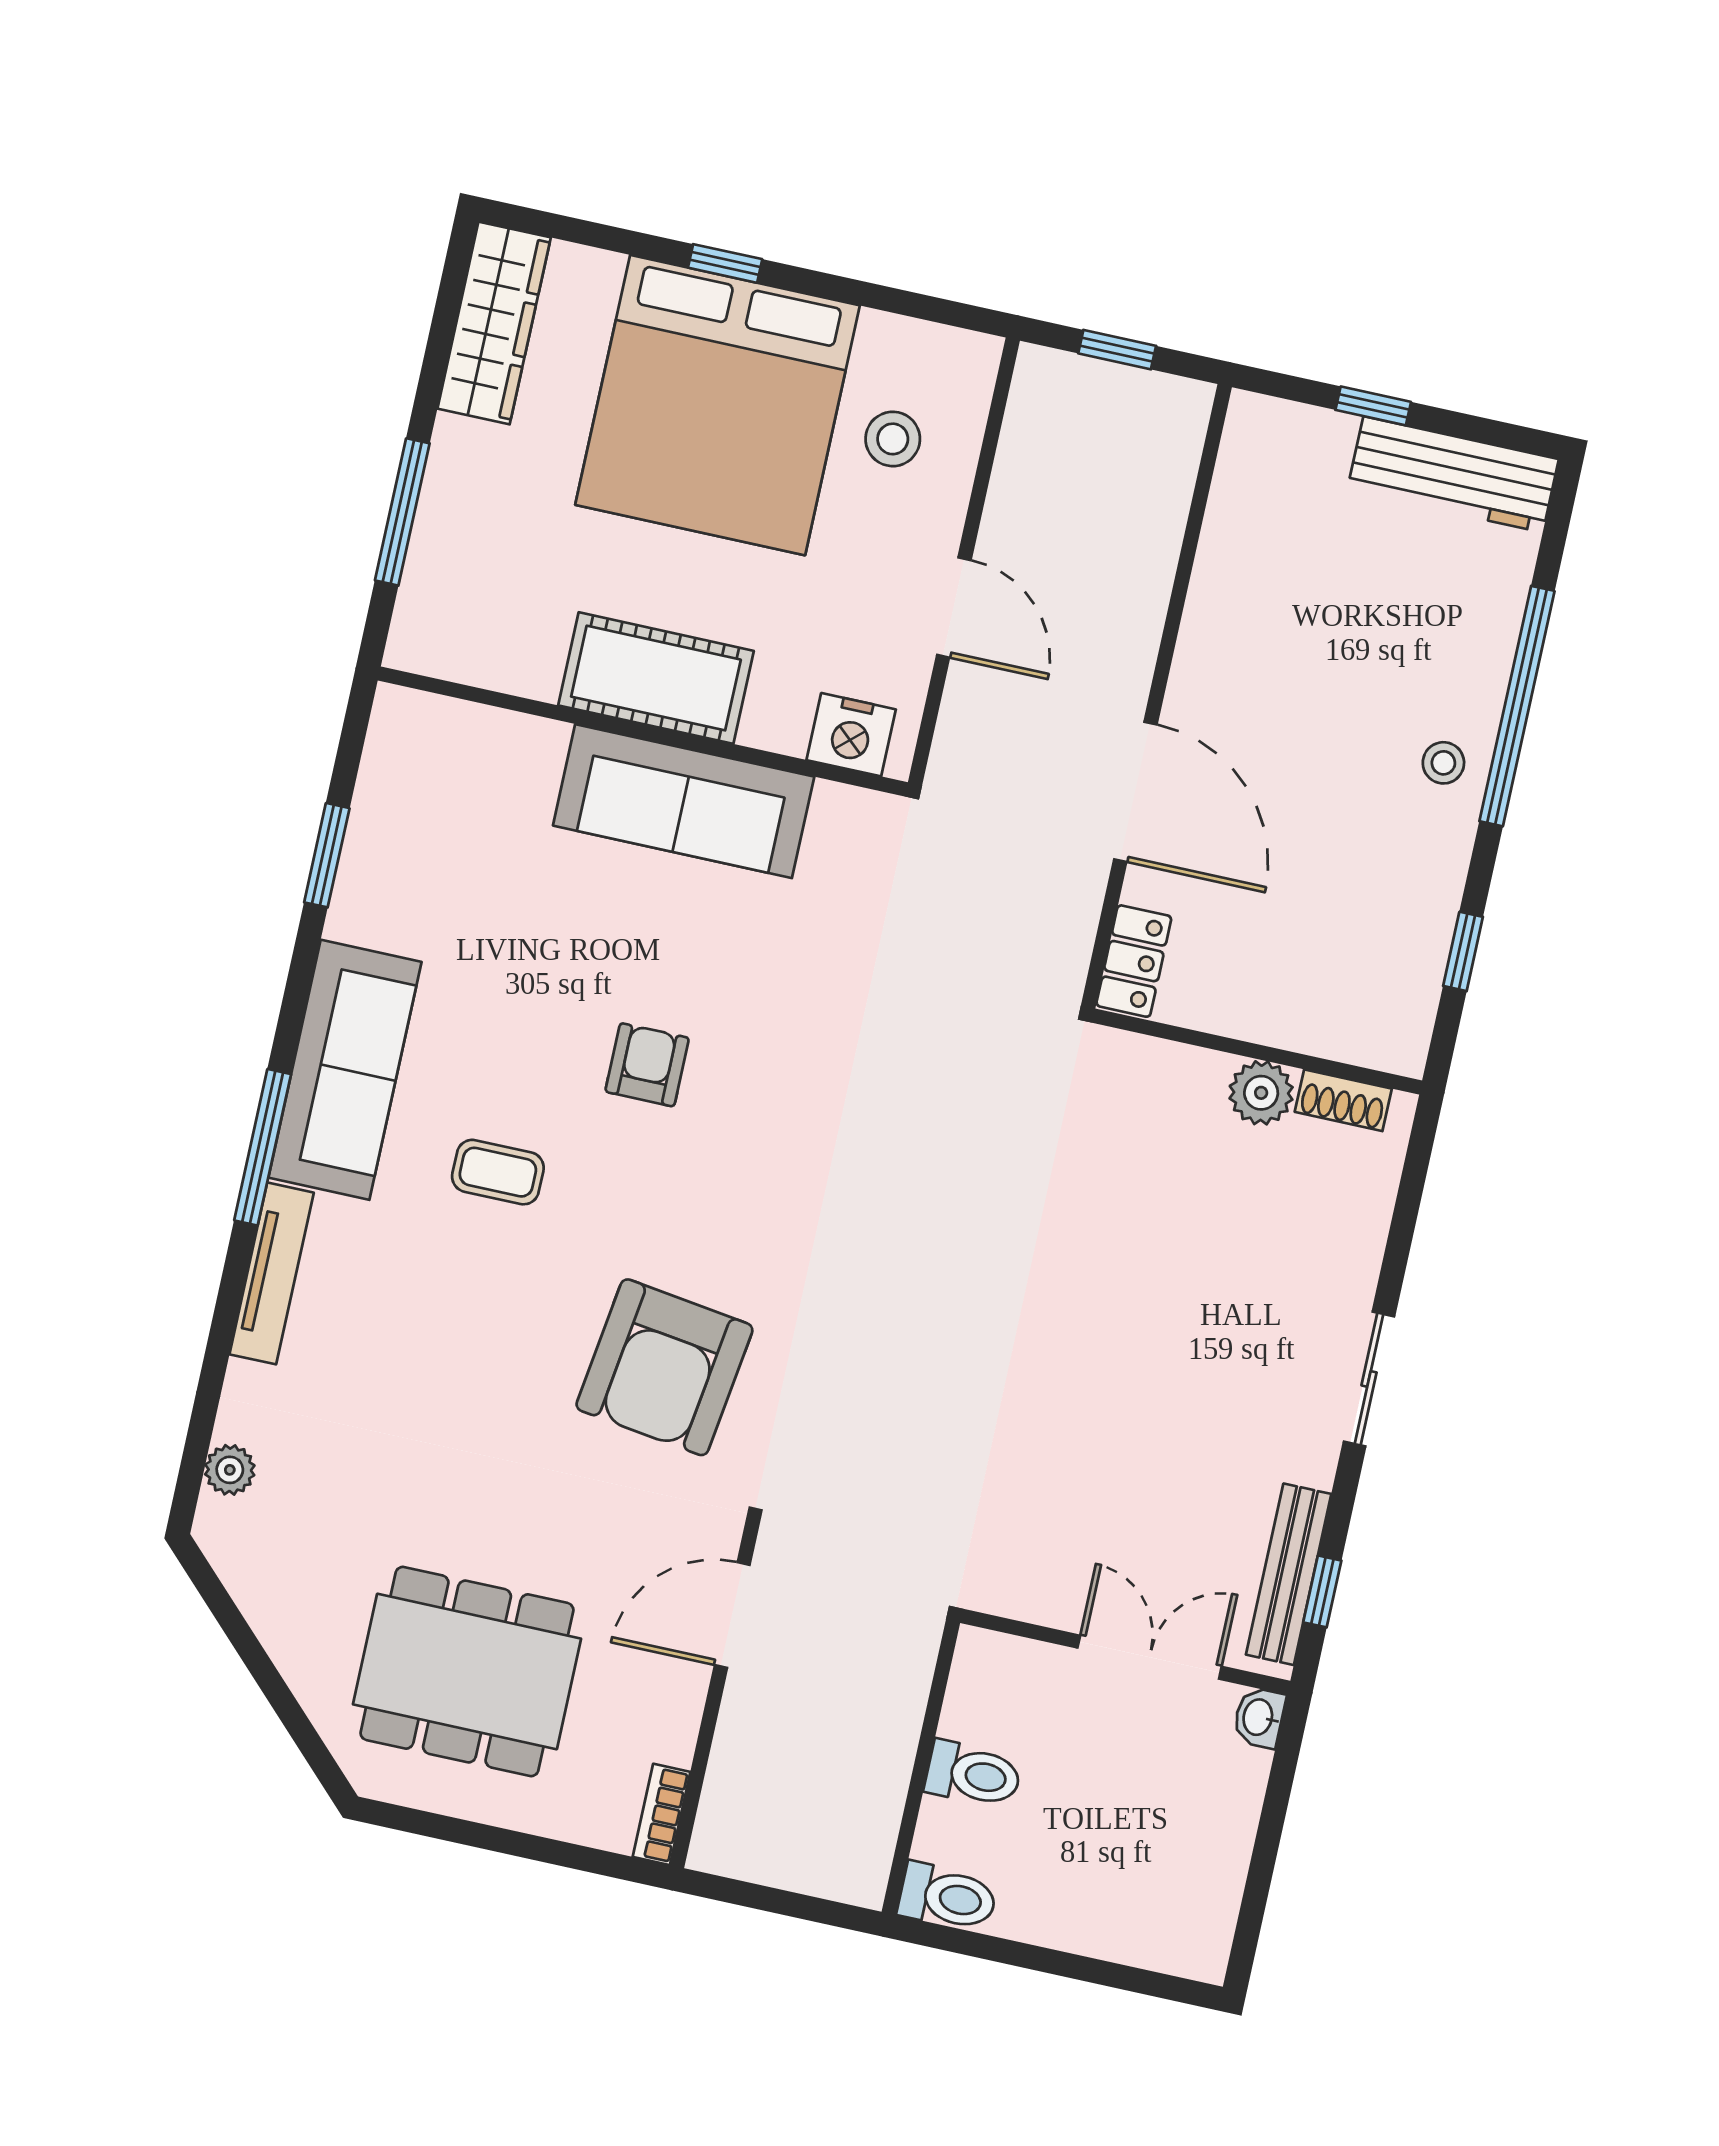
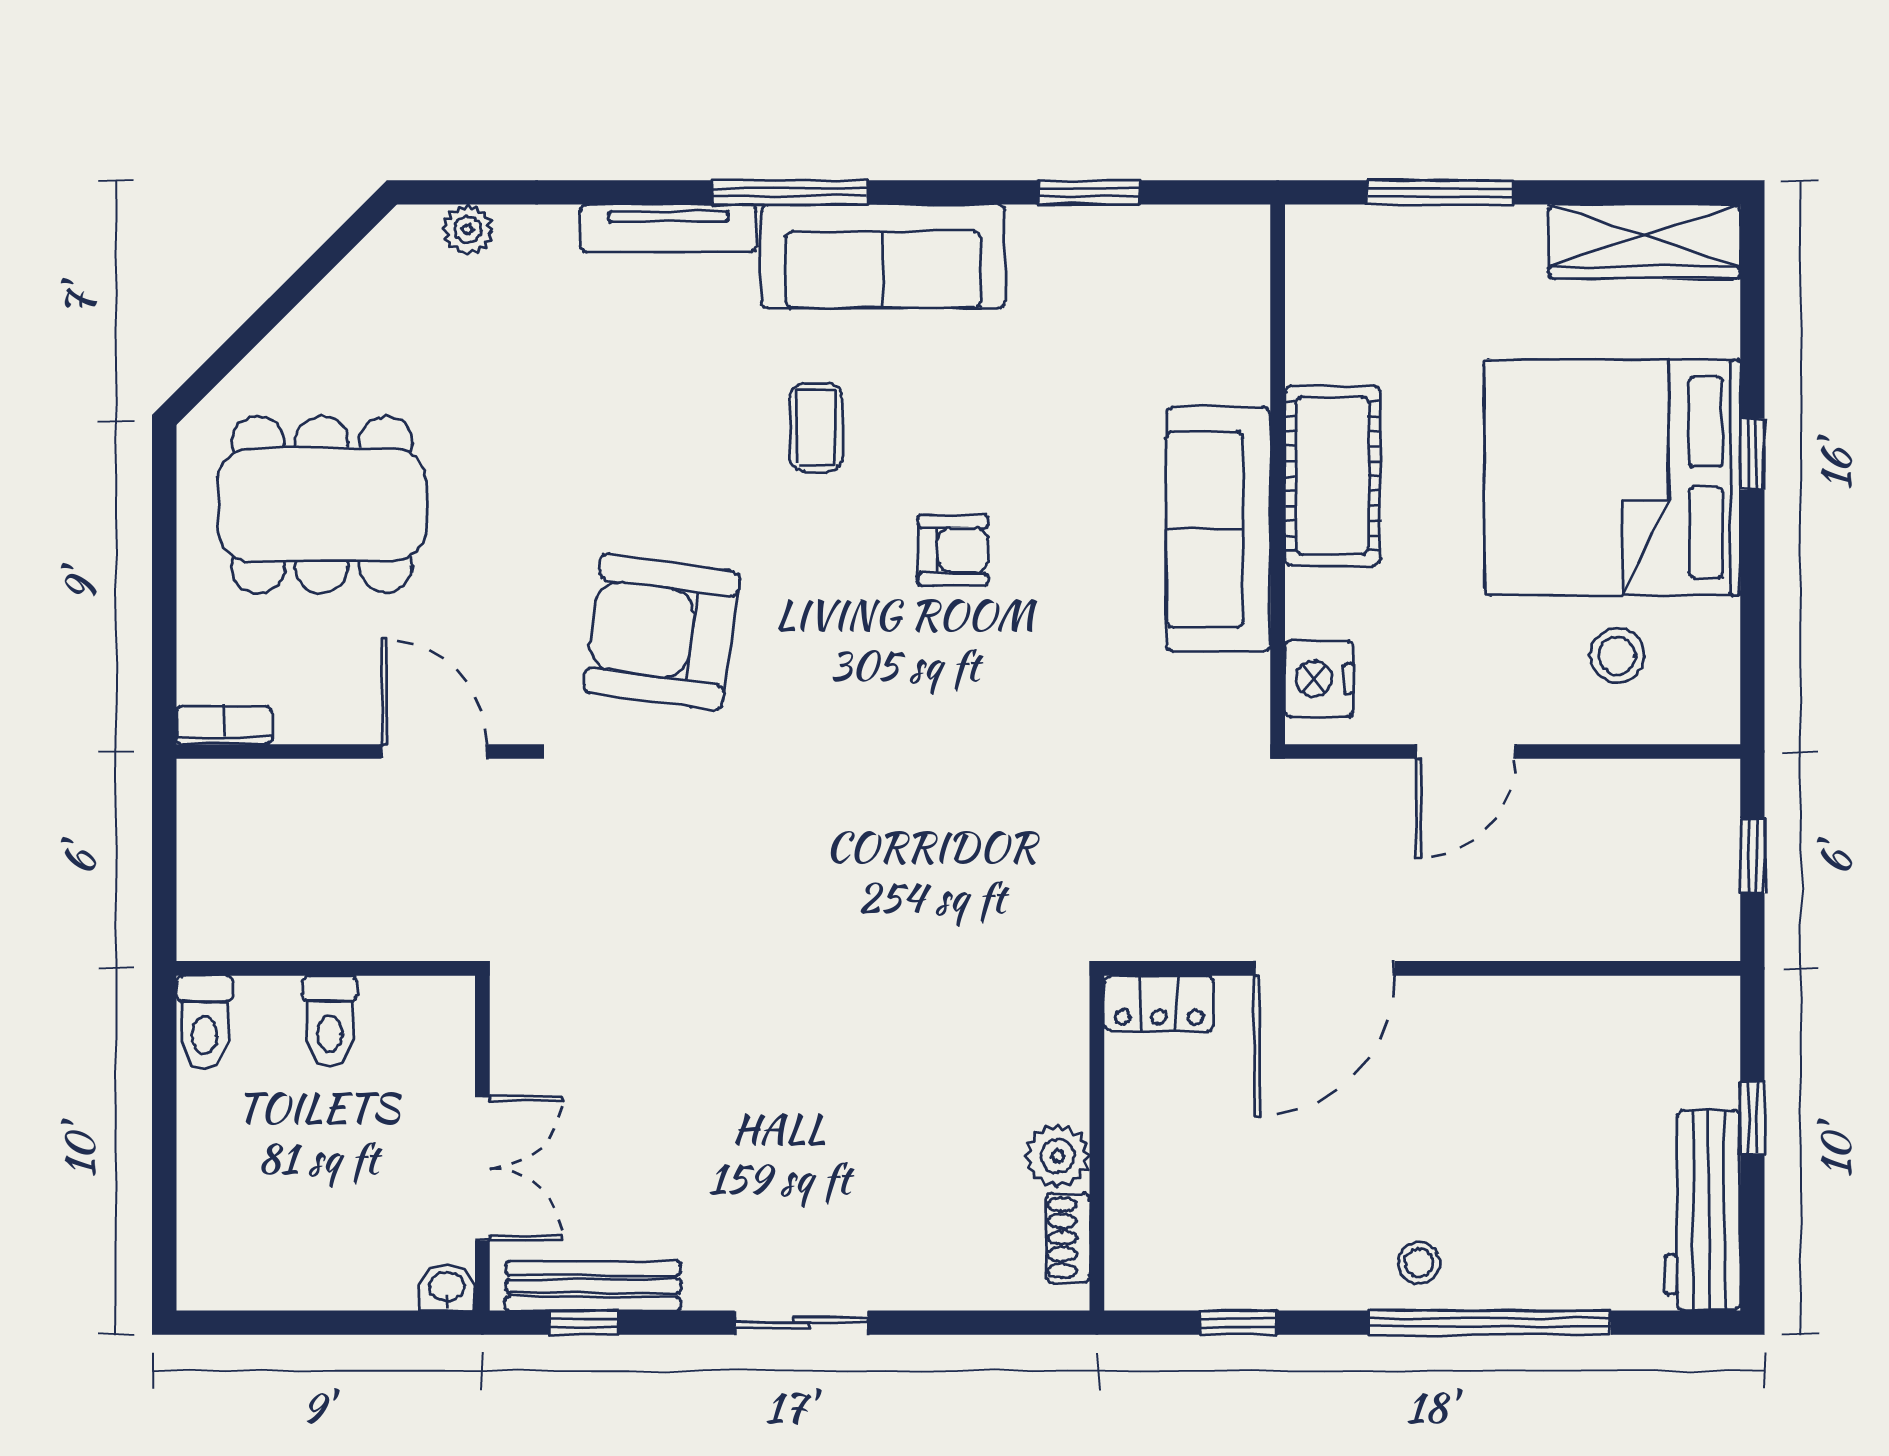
dining table: (467, 1671) -> (322, 505), turned 90

